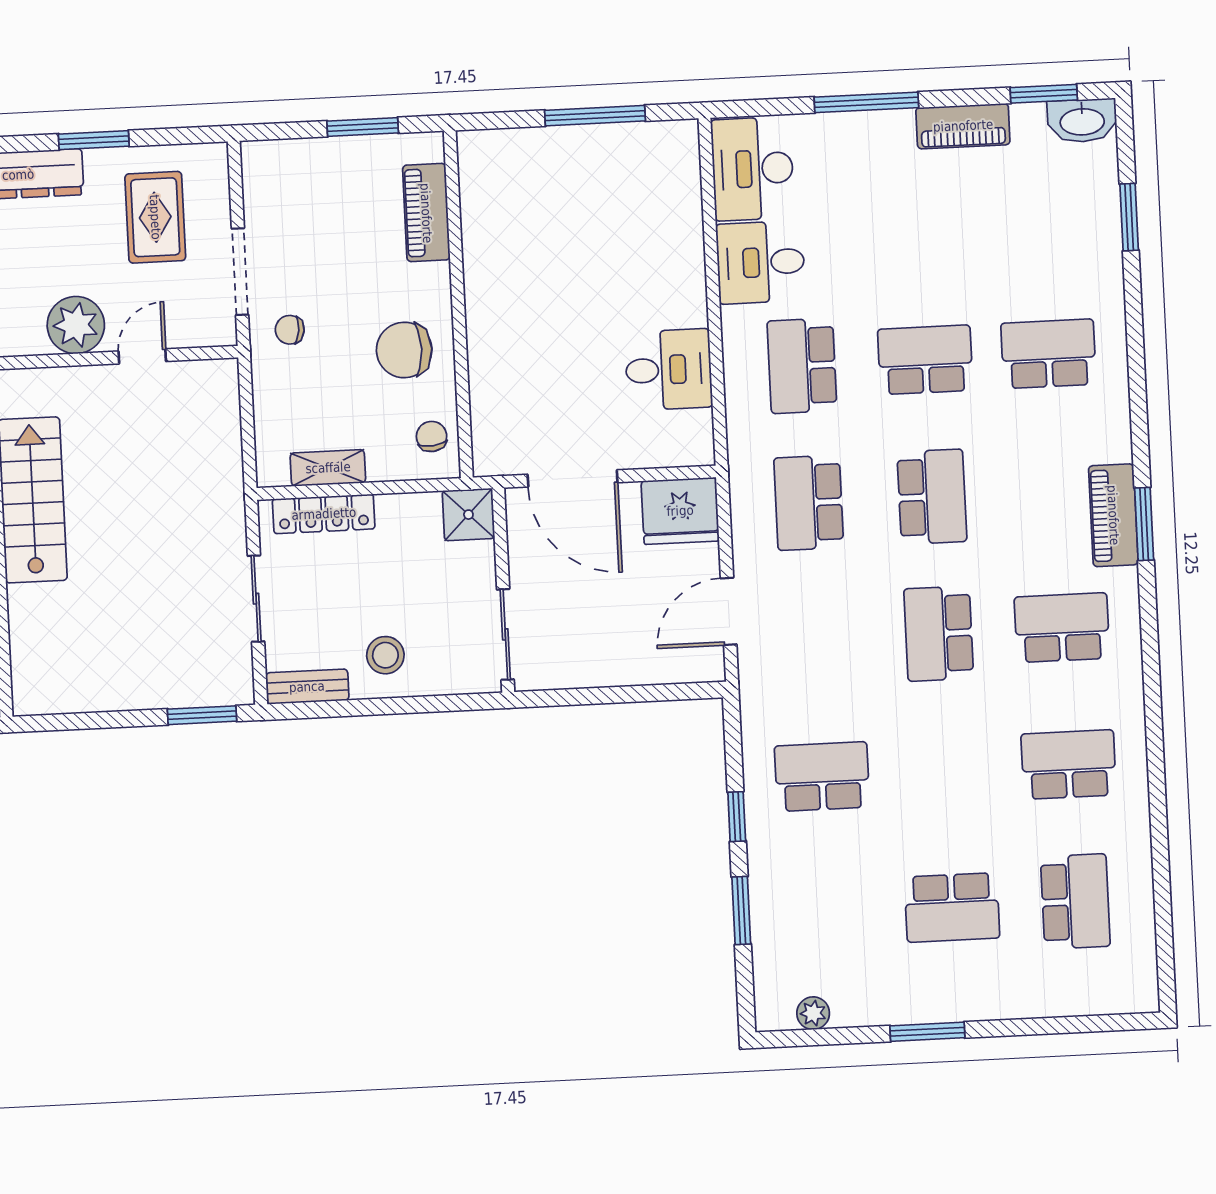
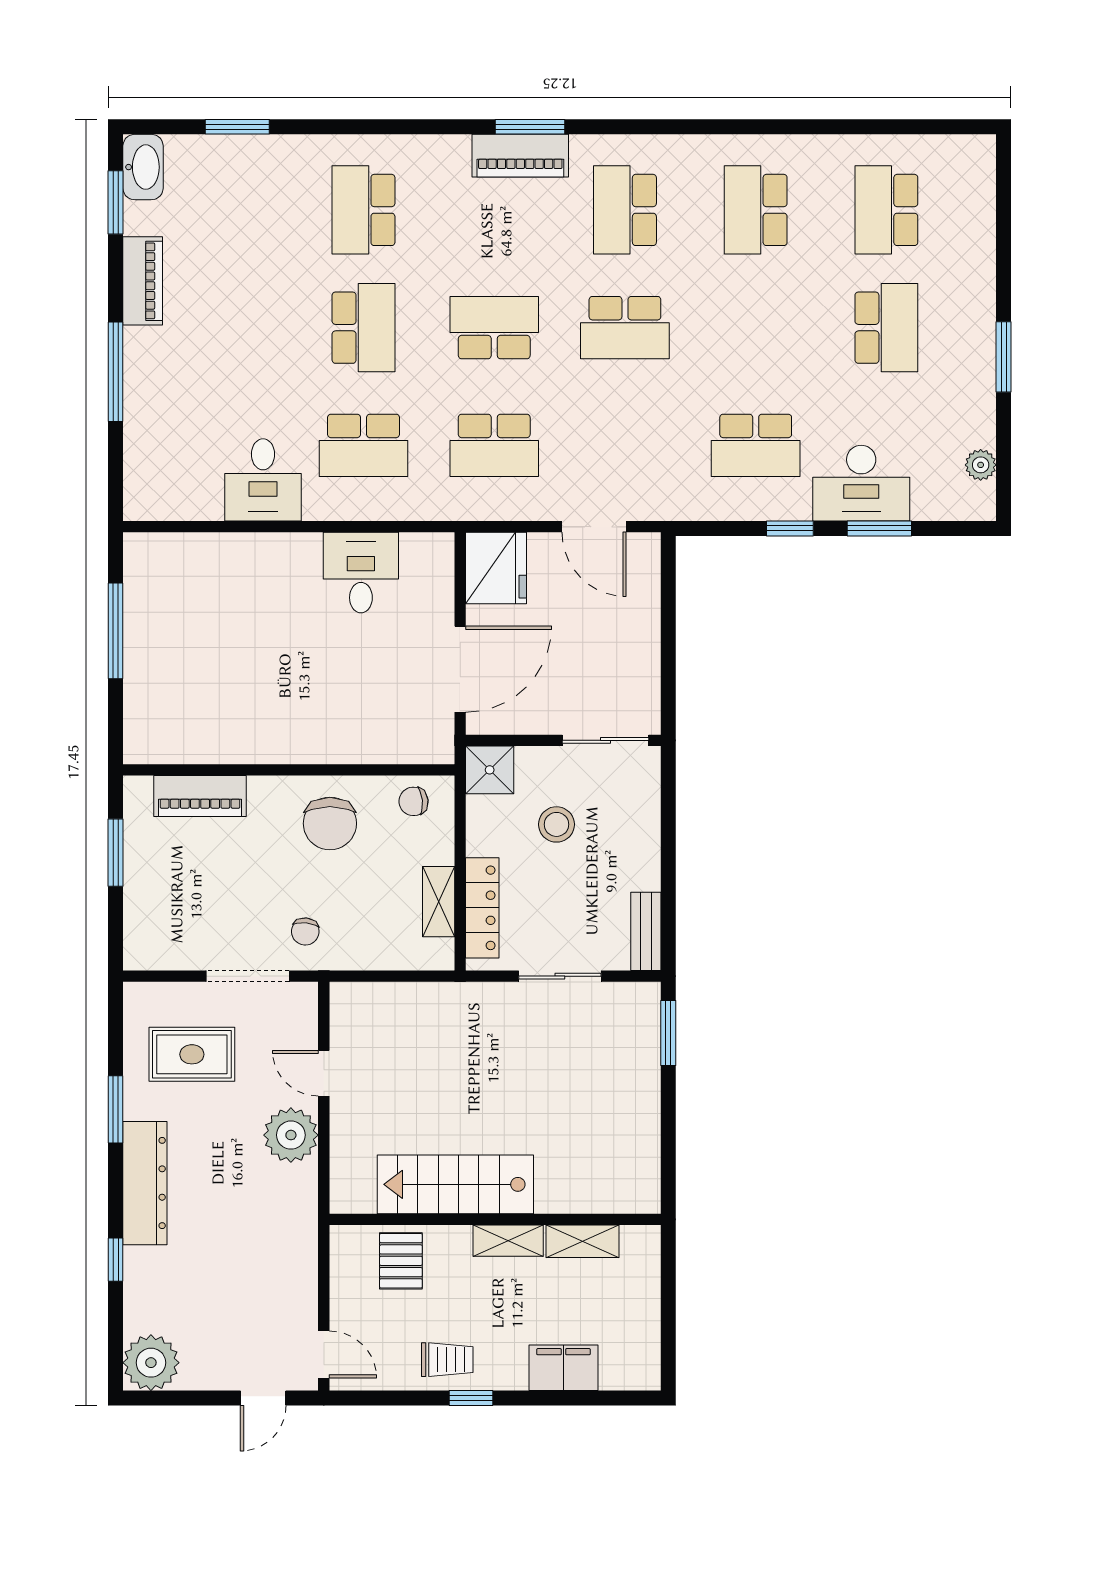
desk: (753, 169) -> (861, 483), moved
school desk: (925, 360) -> (364, 328), turned 180
stool: (385, 655) -> (556, 824), moved
school desk: (822, 777) -> (756, 445), turned -90
school desk: (1075, 901) -> (886, 210), turned -90

